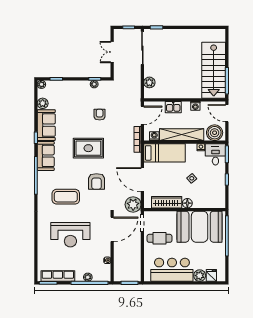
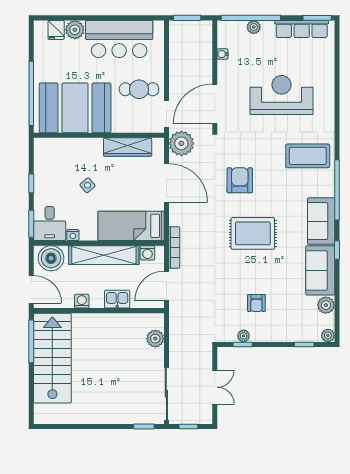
armchair: (100, 115) -> (256, 303), moved
coffee table: (66, 197) -> (308, 156), moved
floor lamp: (187, 203) -> (95, 145), removed

